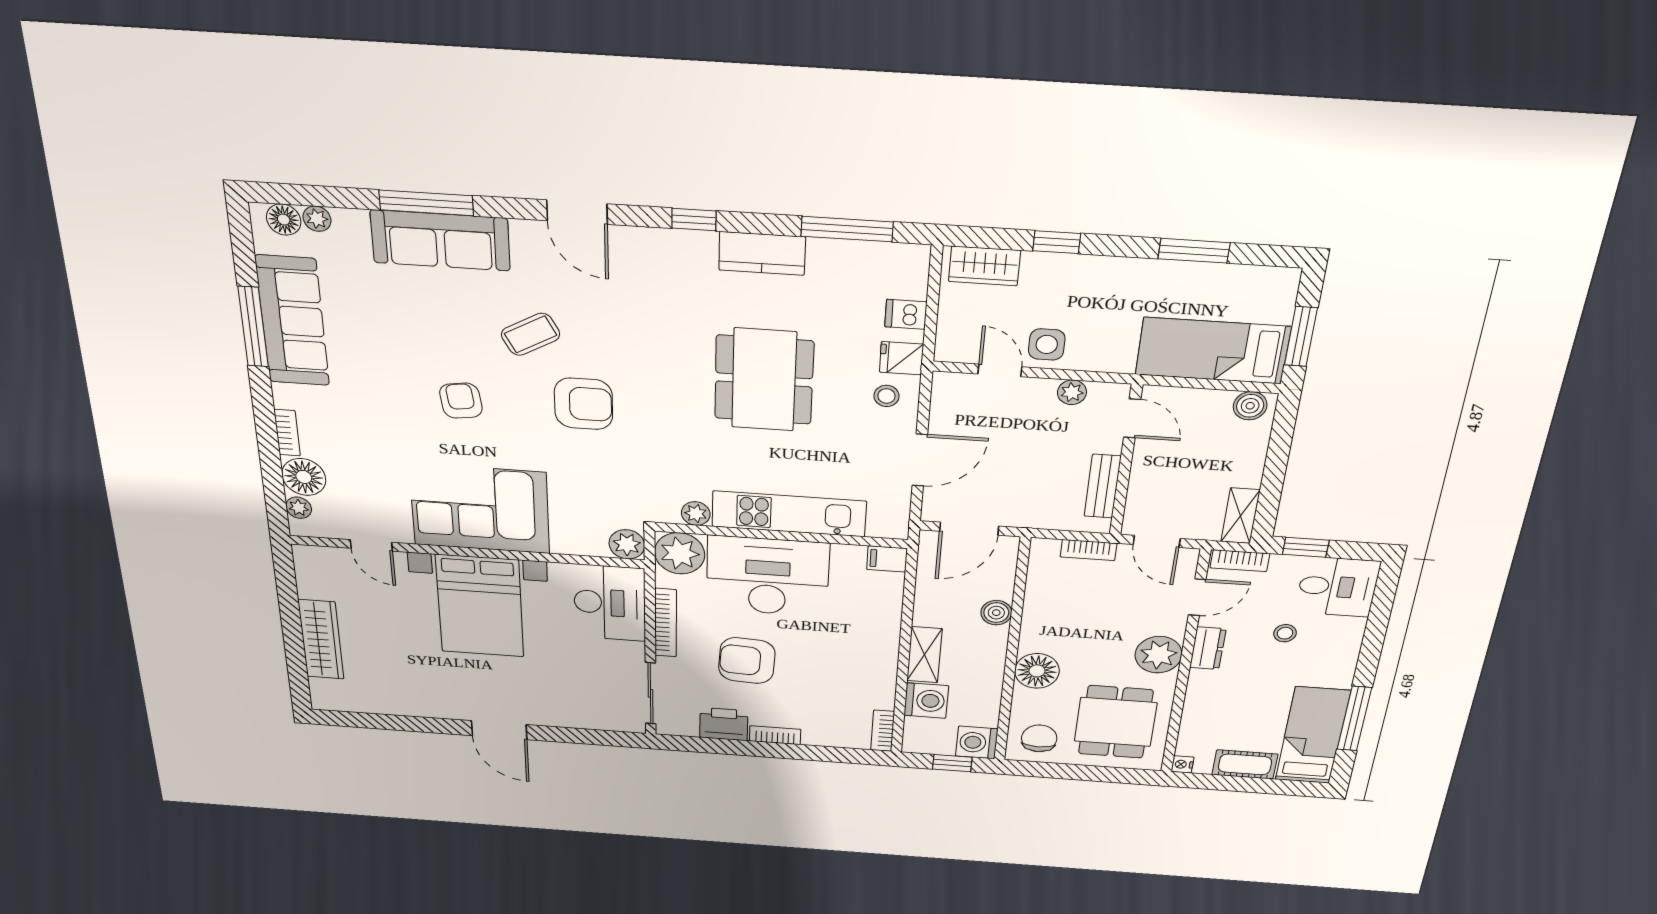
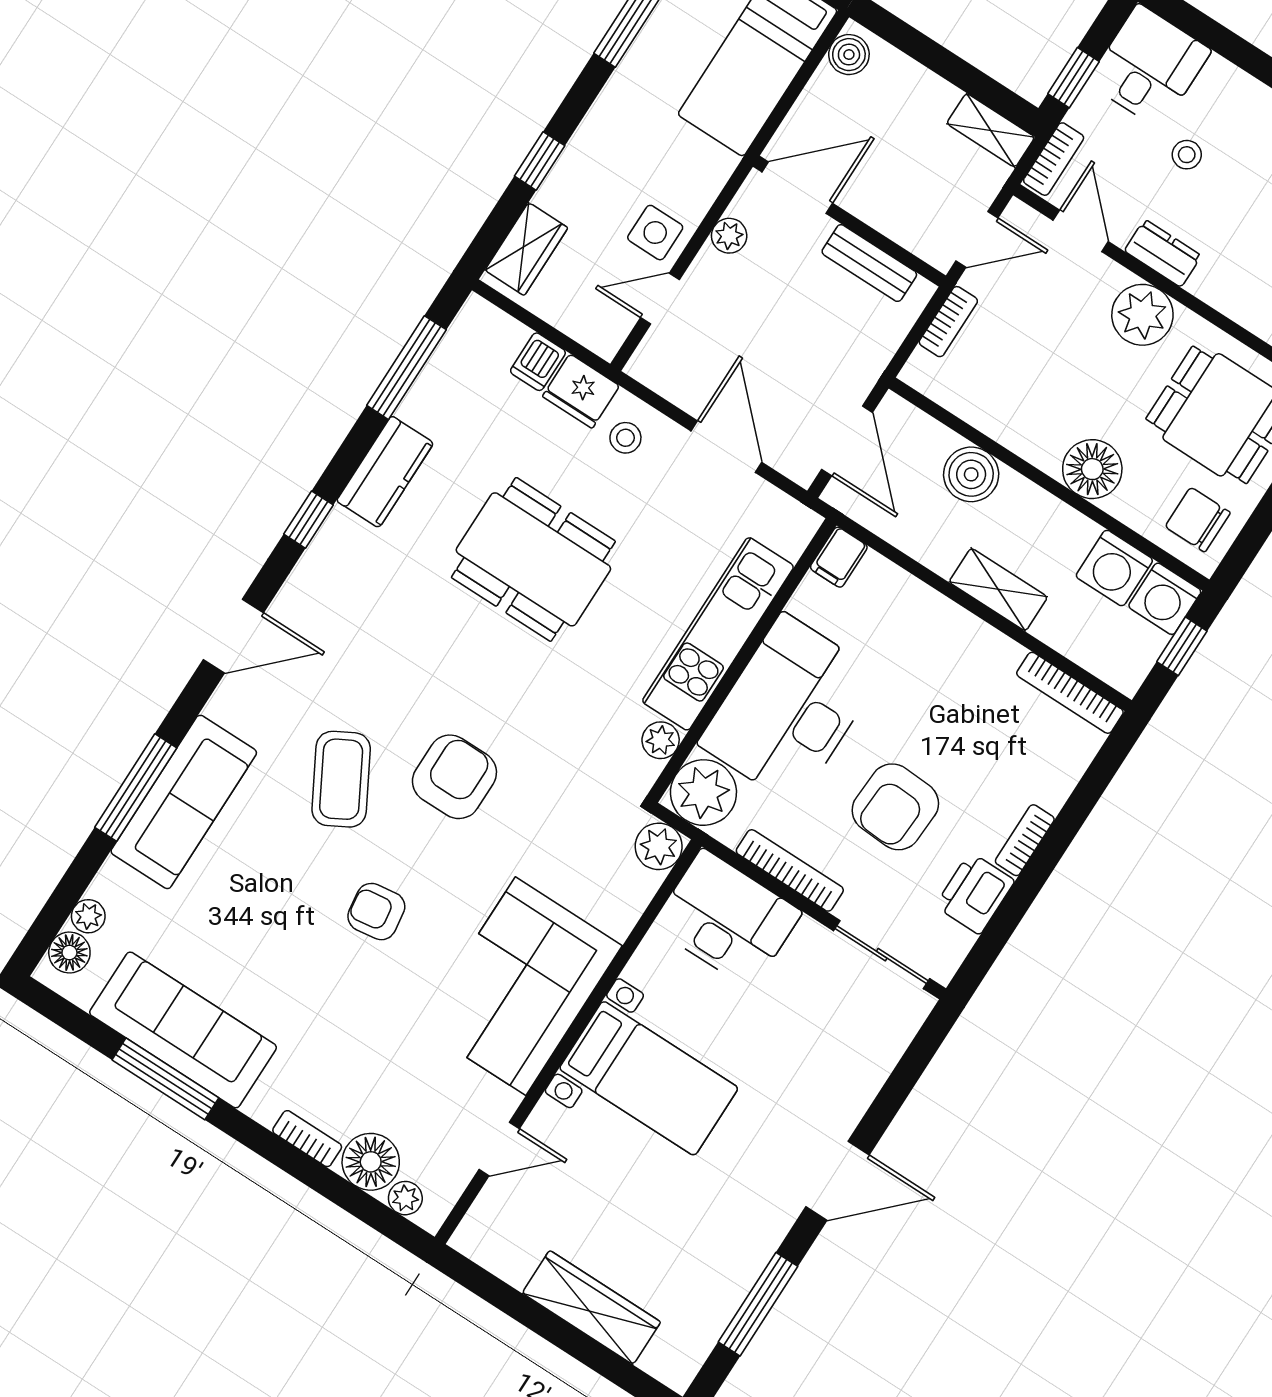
coffee table: (531, 334) -> (341, 779), width x1.36, depth x1.30
fridge: (901, 358) -> (581, 391), width x1.38
door: (1132, 418) -> (797, 188), width x1.38
bed with nightstands: (480, 606) -> (649, 1078), width x0.73
boiler: (996, 613) -> (971, 474), width x1.36, depth x1.36
washing machine: (926, 701) -> (1114, 568), moved, turned 180
window: (396, 723) -> (758, 1304), added
bookcase: (883, 731) -> (1070, 693), width x1.56

